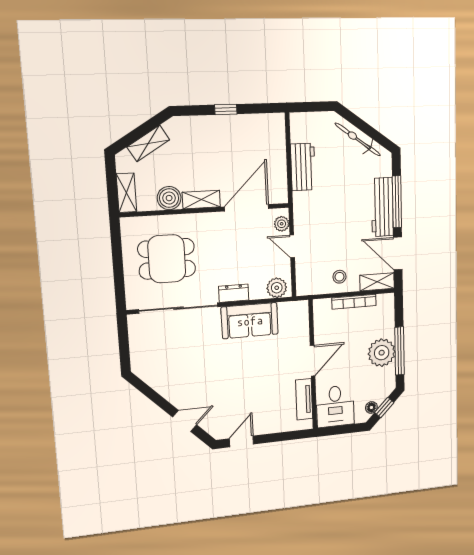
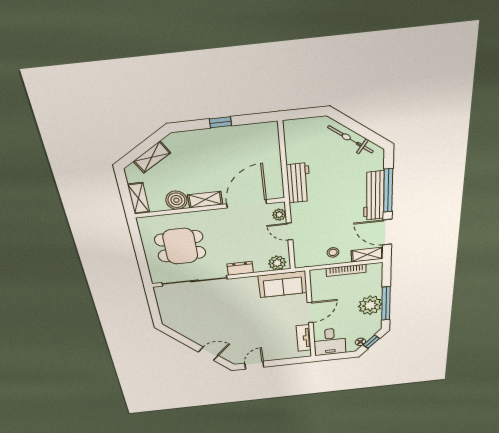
workbench: (303, 167) -> (299, 183), moved
sofa: (250, 321) -> (283, 284), moved

